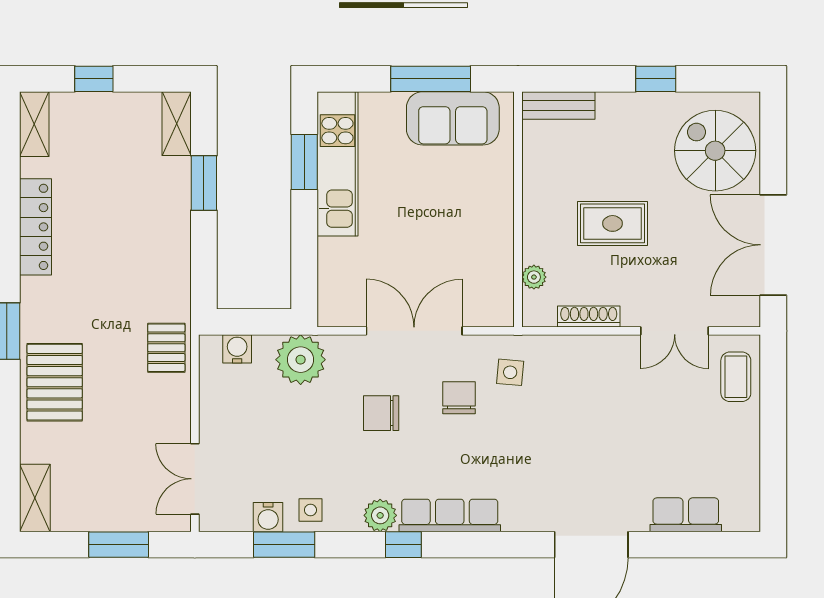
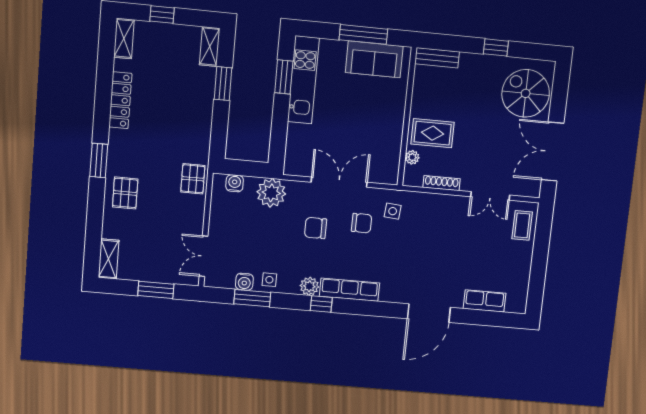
rug: (612, 223) -> (433, 133), moved
pallet: (55, 382) -> (125, 193), width x0.67, depth x0.71
chair: (459, 398) -> (362, 223), turned 90

